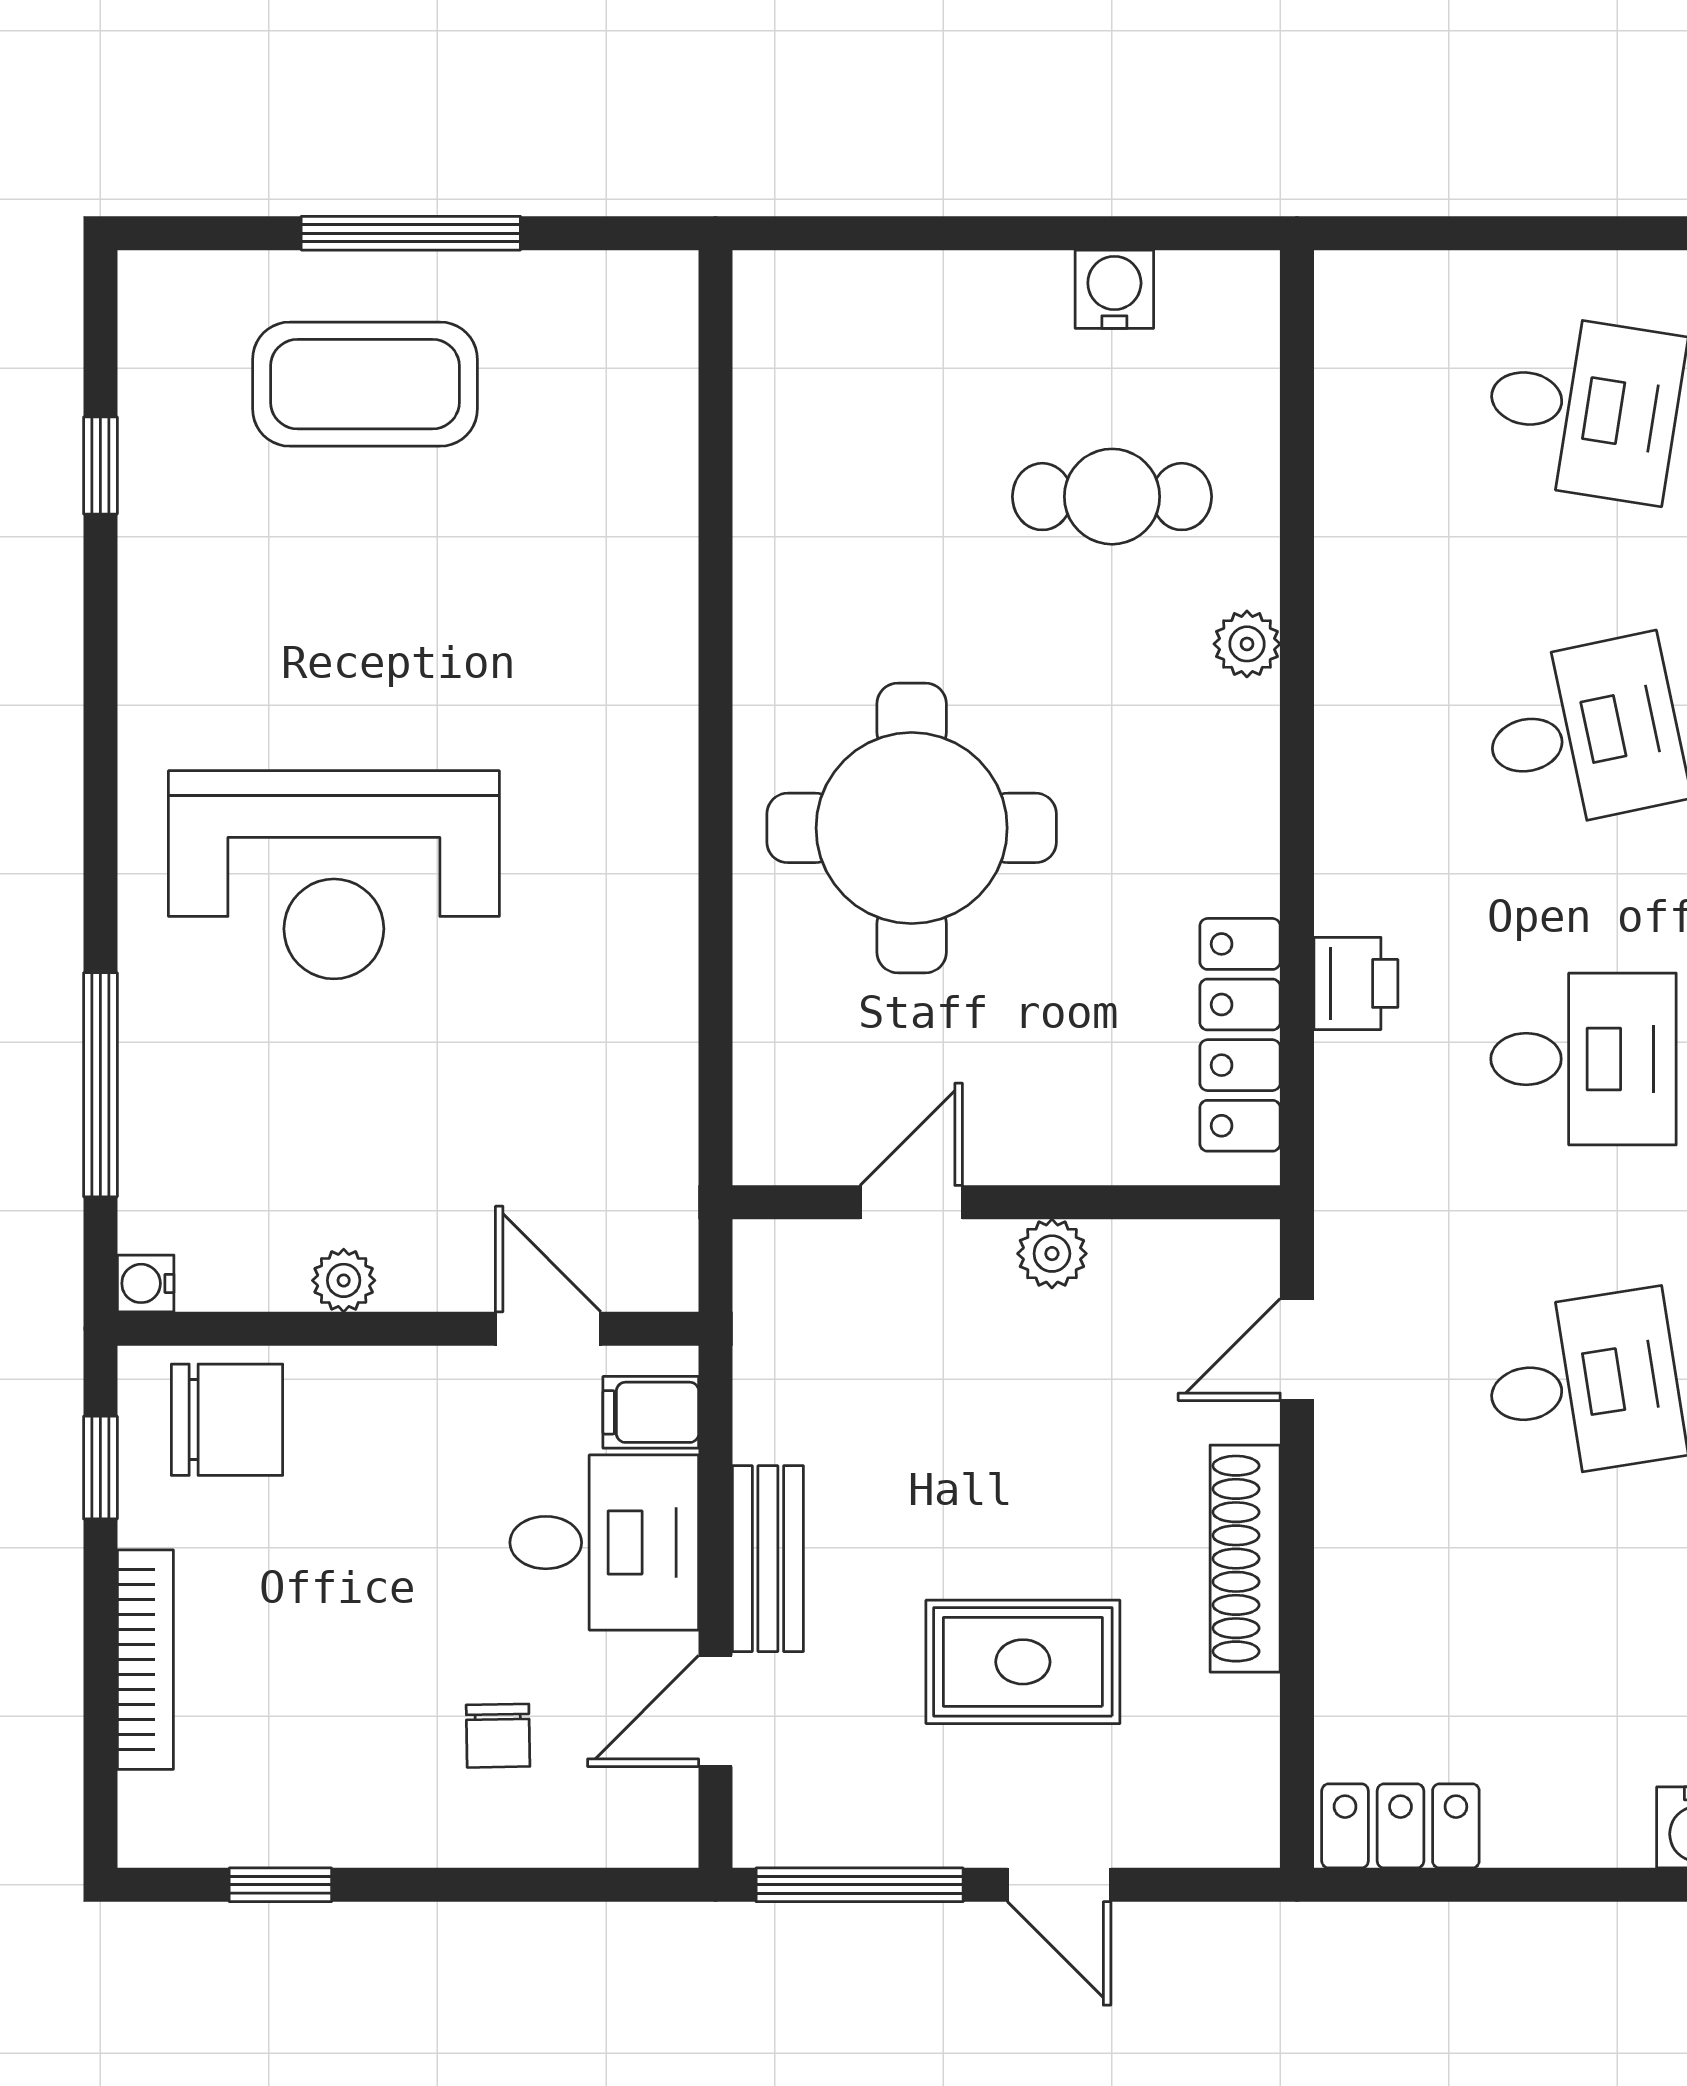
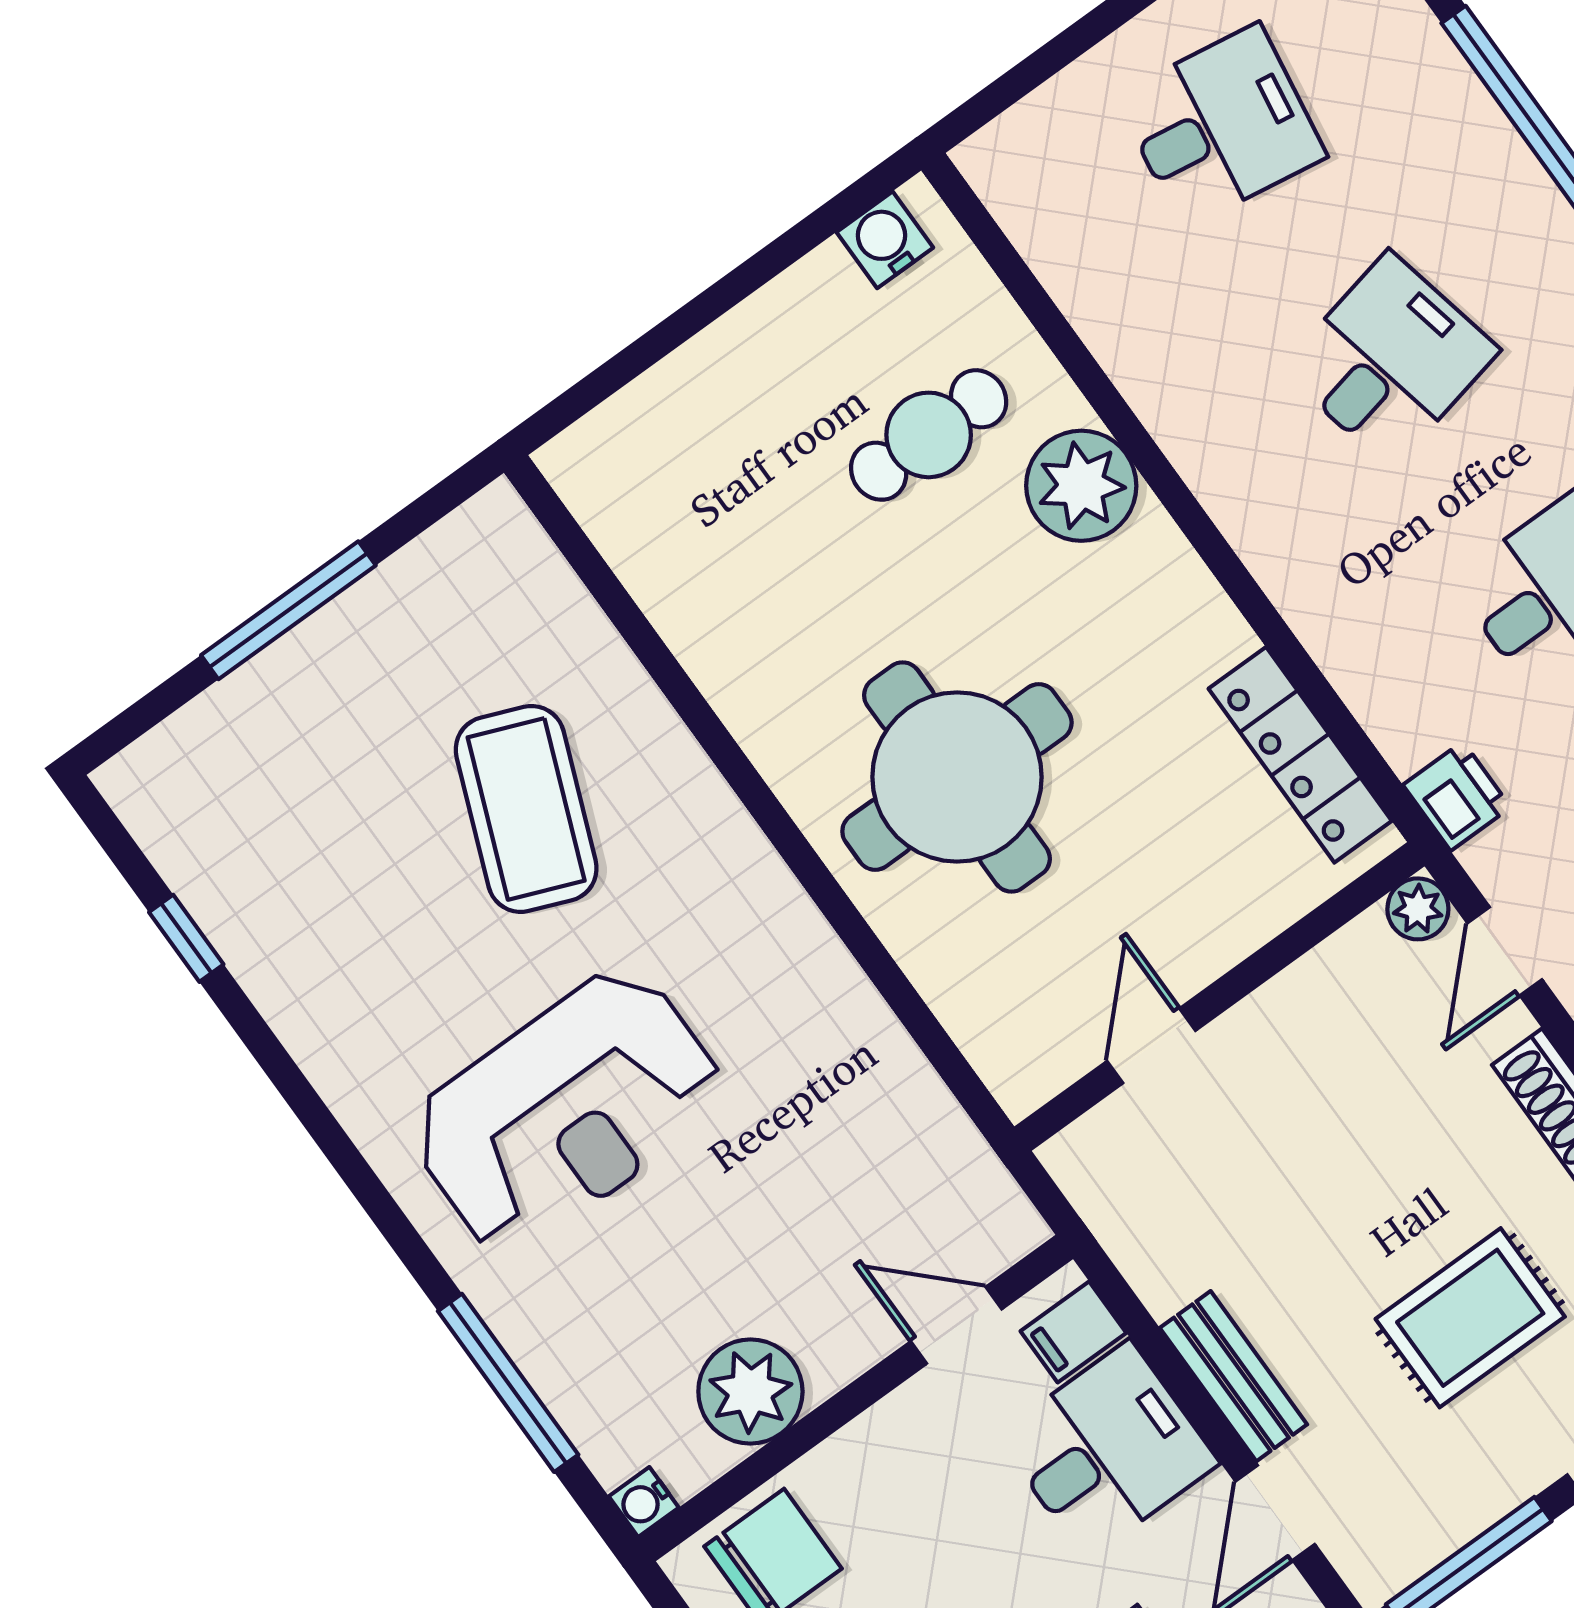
water cooler: (1114, 289) -> (885, 240), moved
coffee table: (365, 384) -> (526, 809), moved, turned -68
plant: (1247, 644) -> (1081, 486), width x1.88, depth x1.88
printer: (1356, 983) -> (1457, 796), moved
plant: (1052, 1254) -> (1418, 909), moved
plant: (344, 1280) -> (750, 1391), width x1.87, depth x1.87

